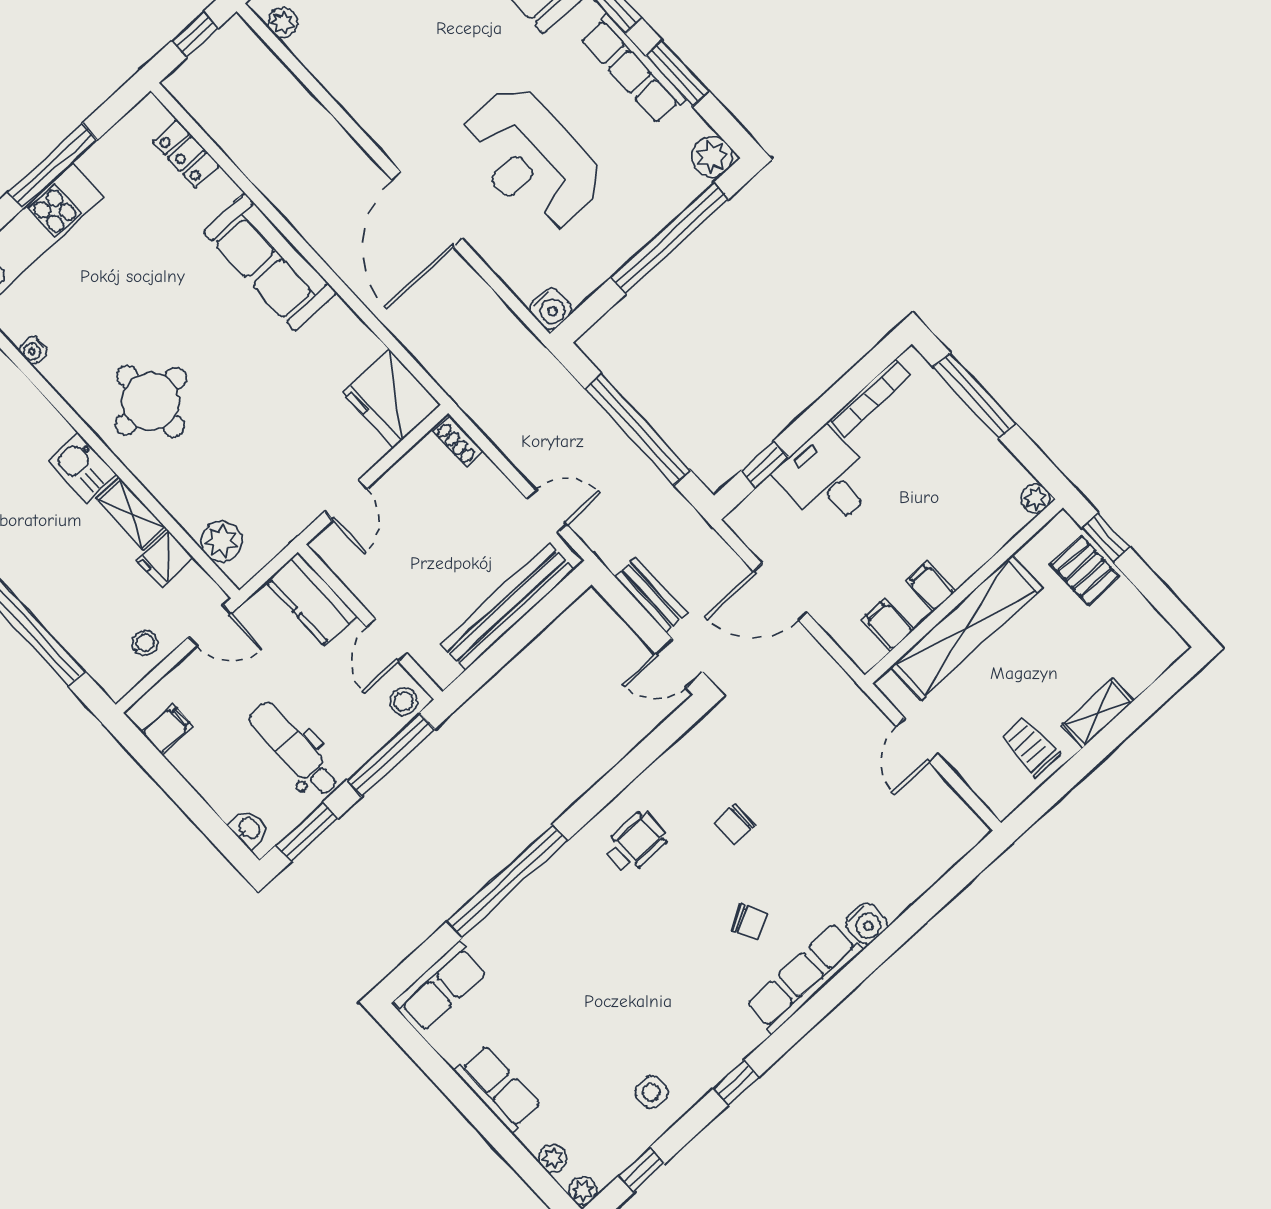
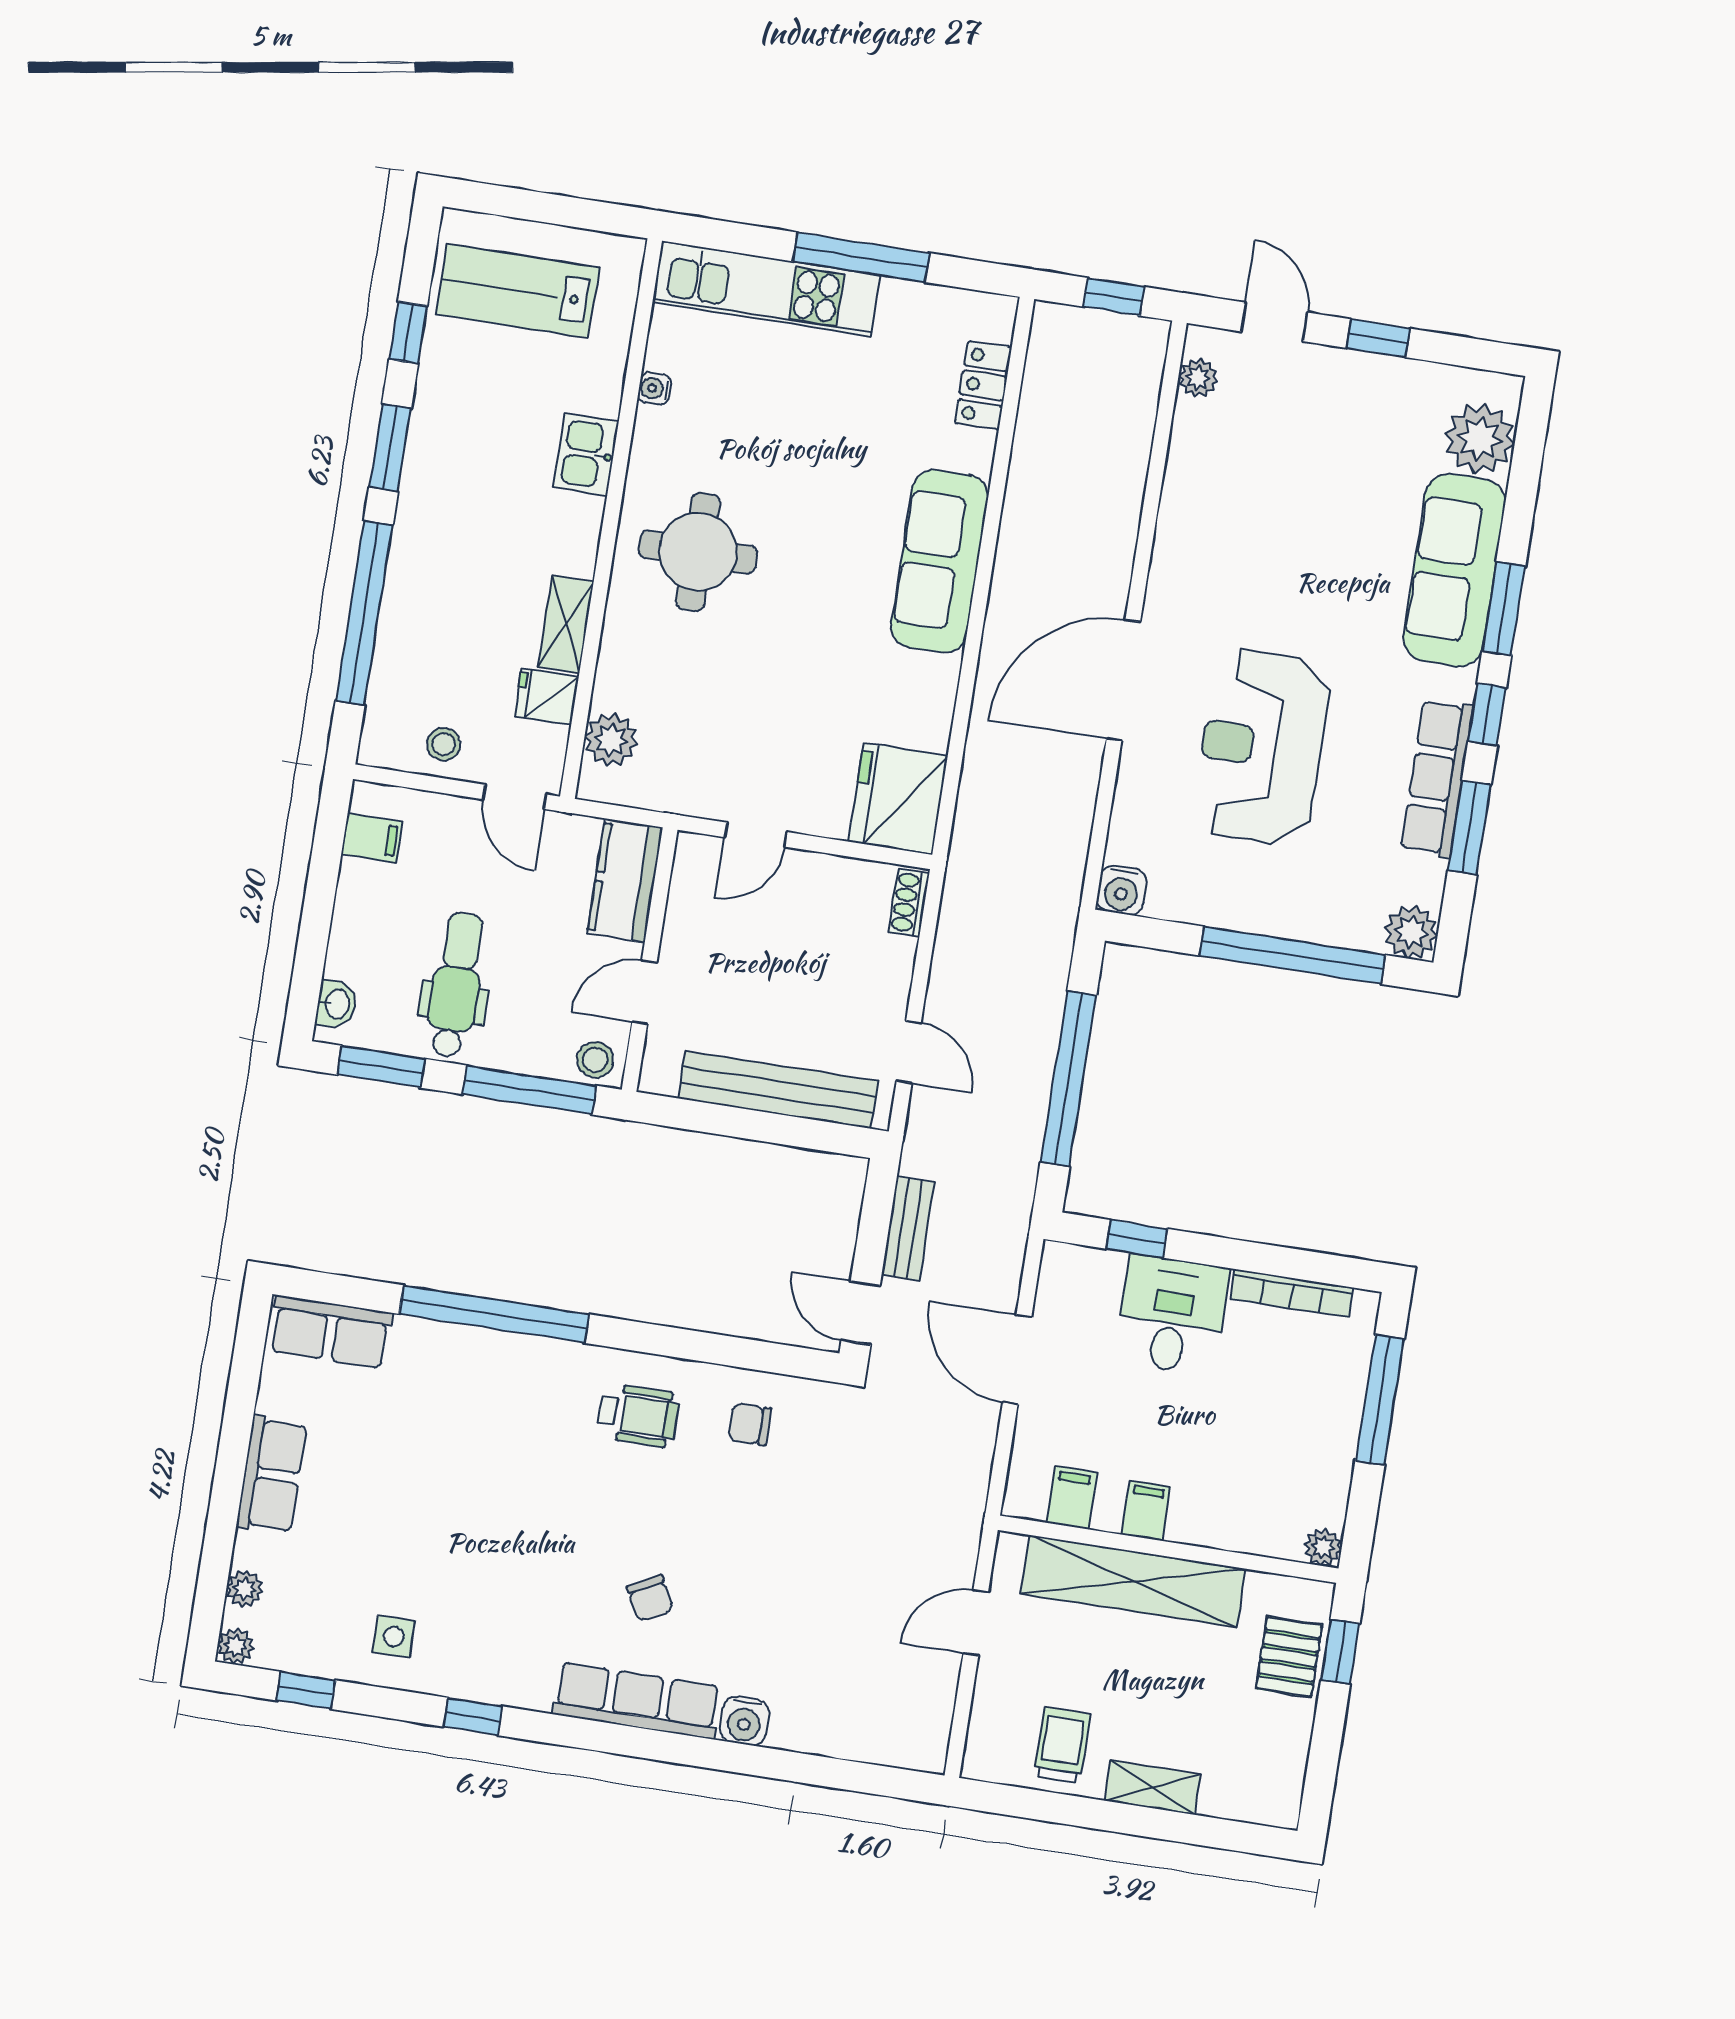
kitchen sink: (83, 468) -> (586, 454), moved
chair: (735, 824) -> (750, 1424), moved

